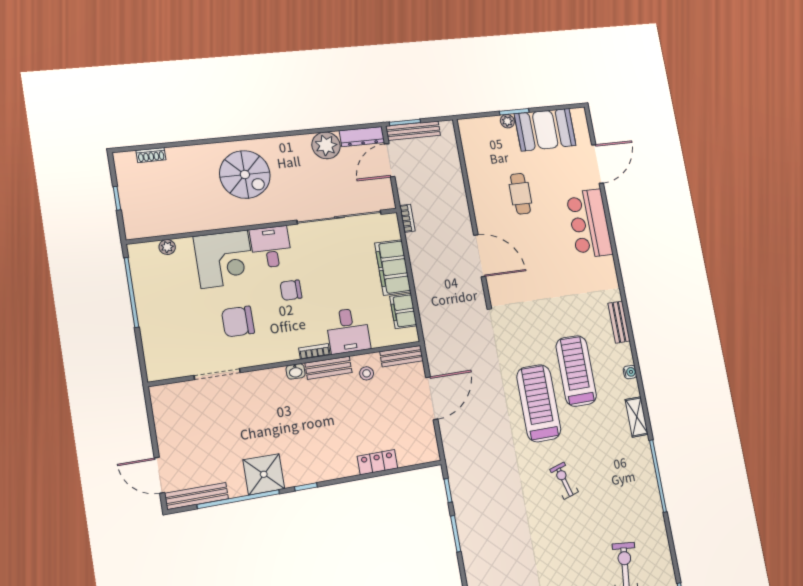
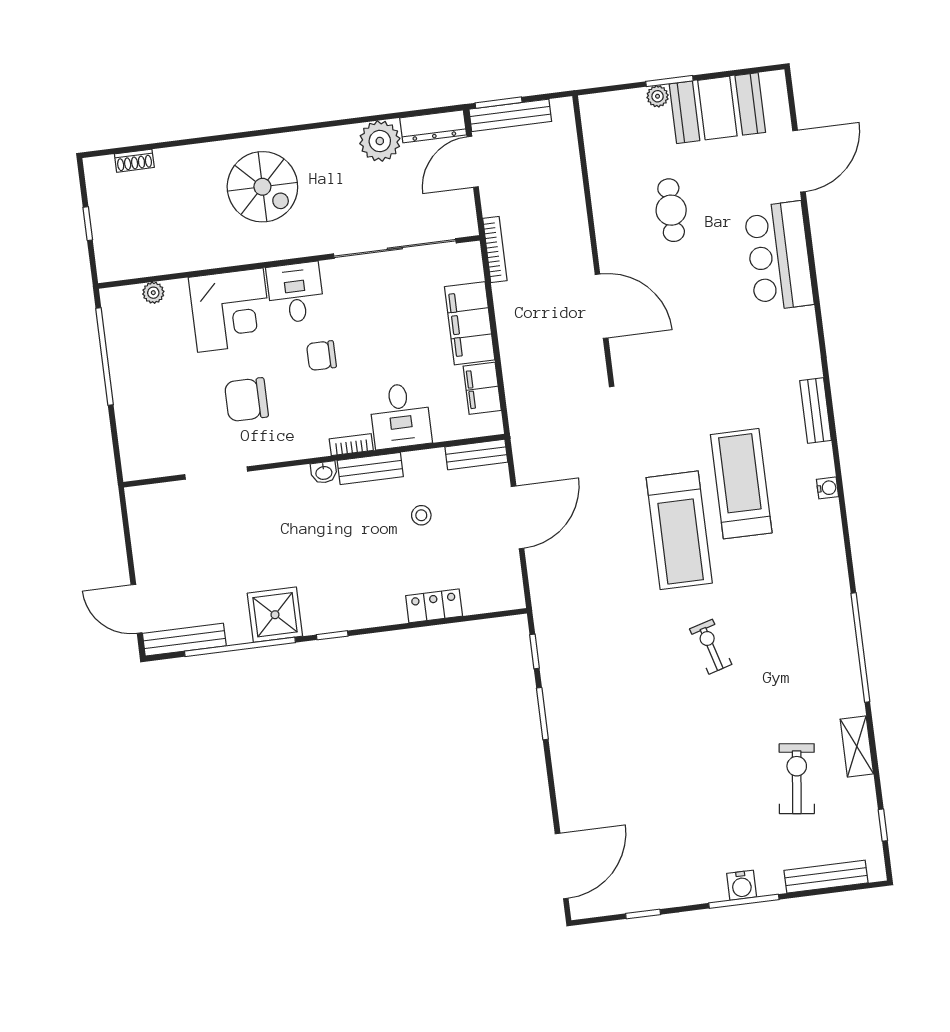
bookcase: (407, 218) -> (495, 249), width x1.56
stool: (367, 373) -> (421, 515), moved
treadmill: (539, 403) -> (679, 530), turned 180
shelving: (637, 417) -> (857, 746), moved

